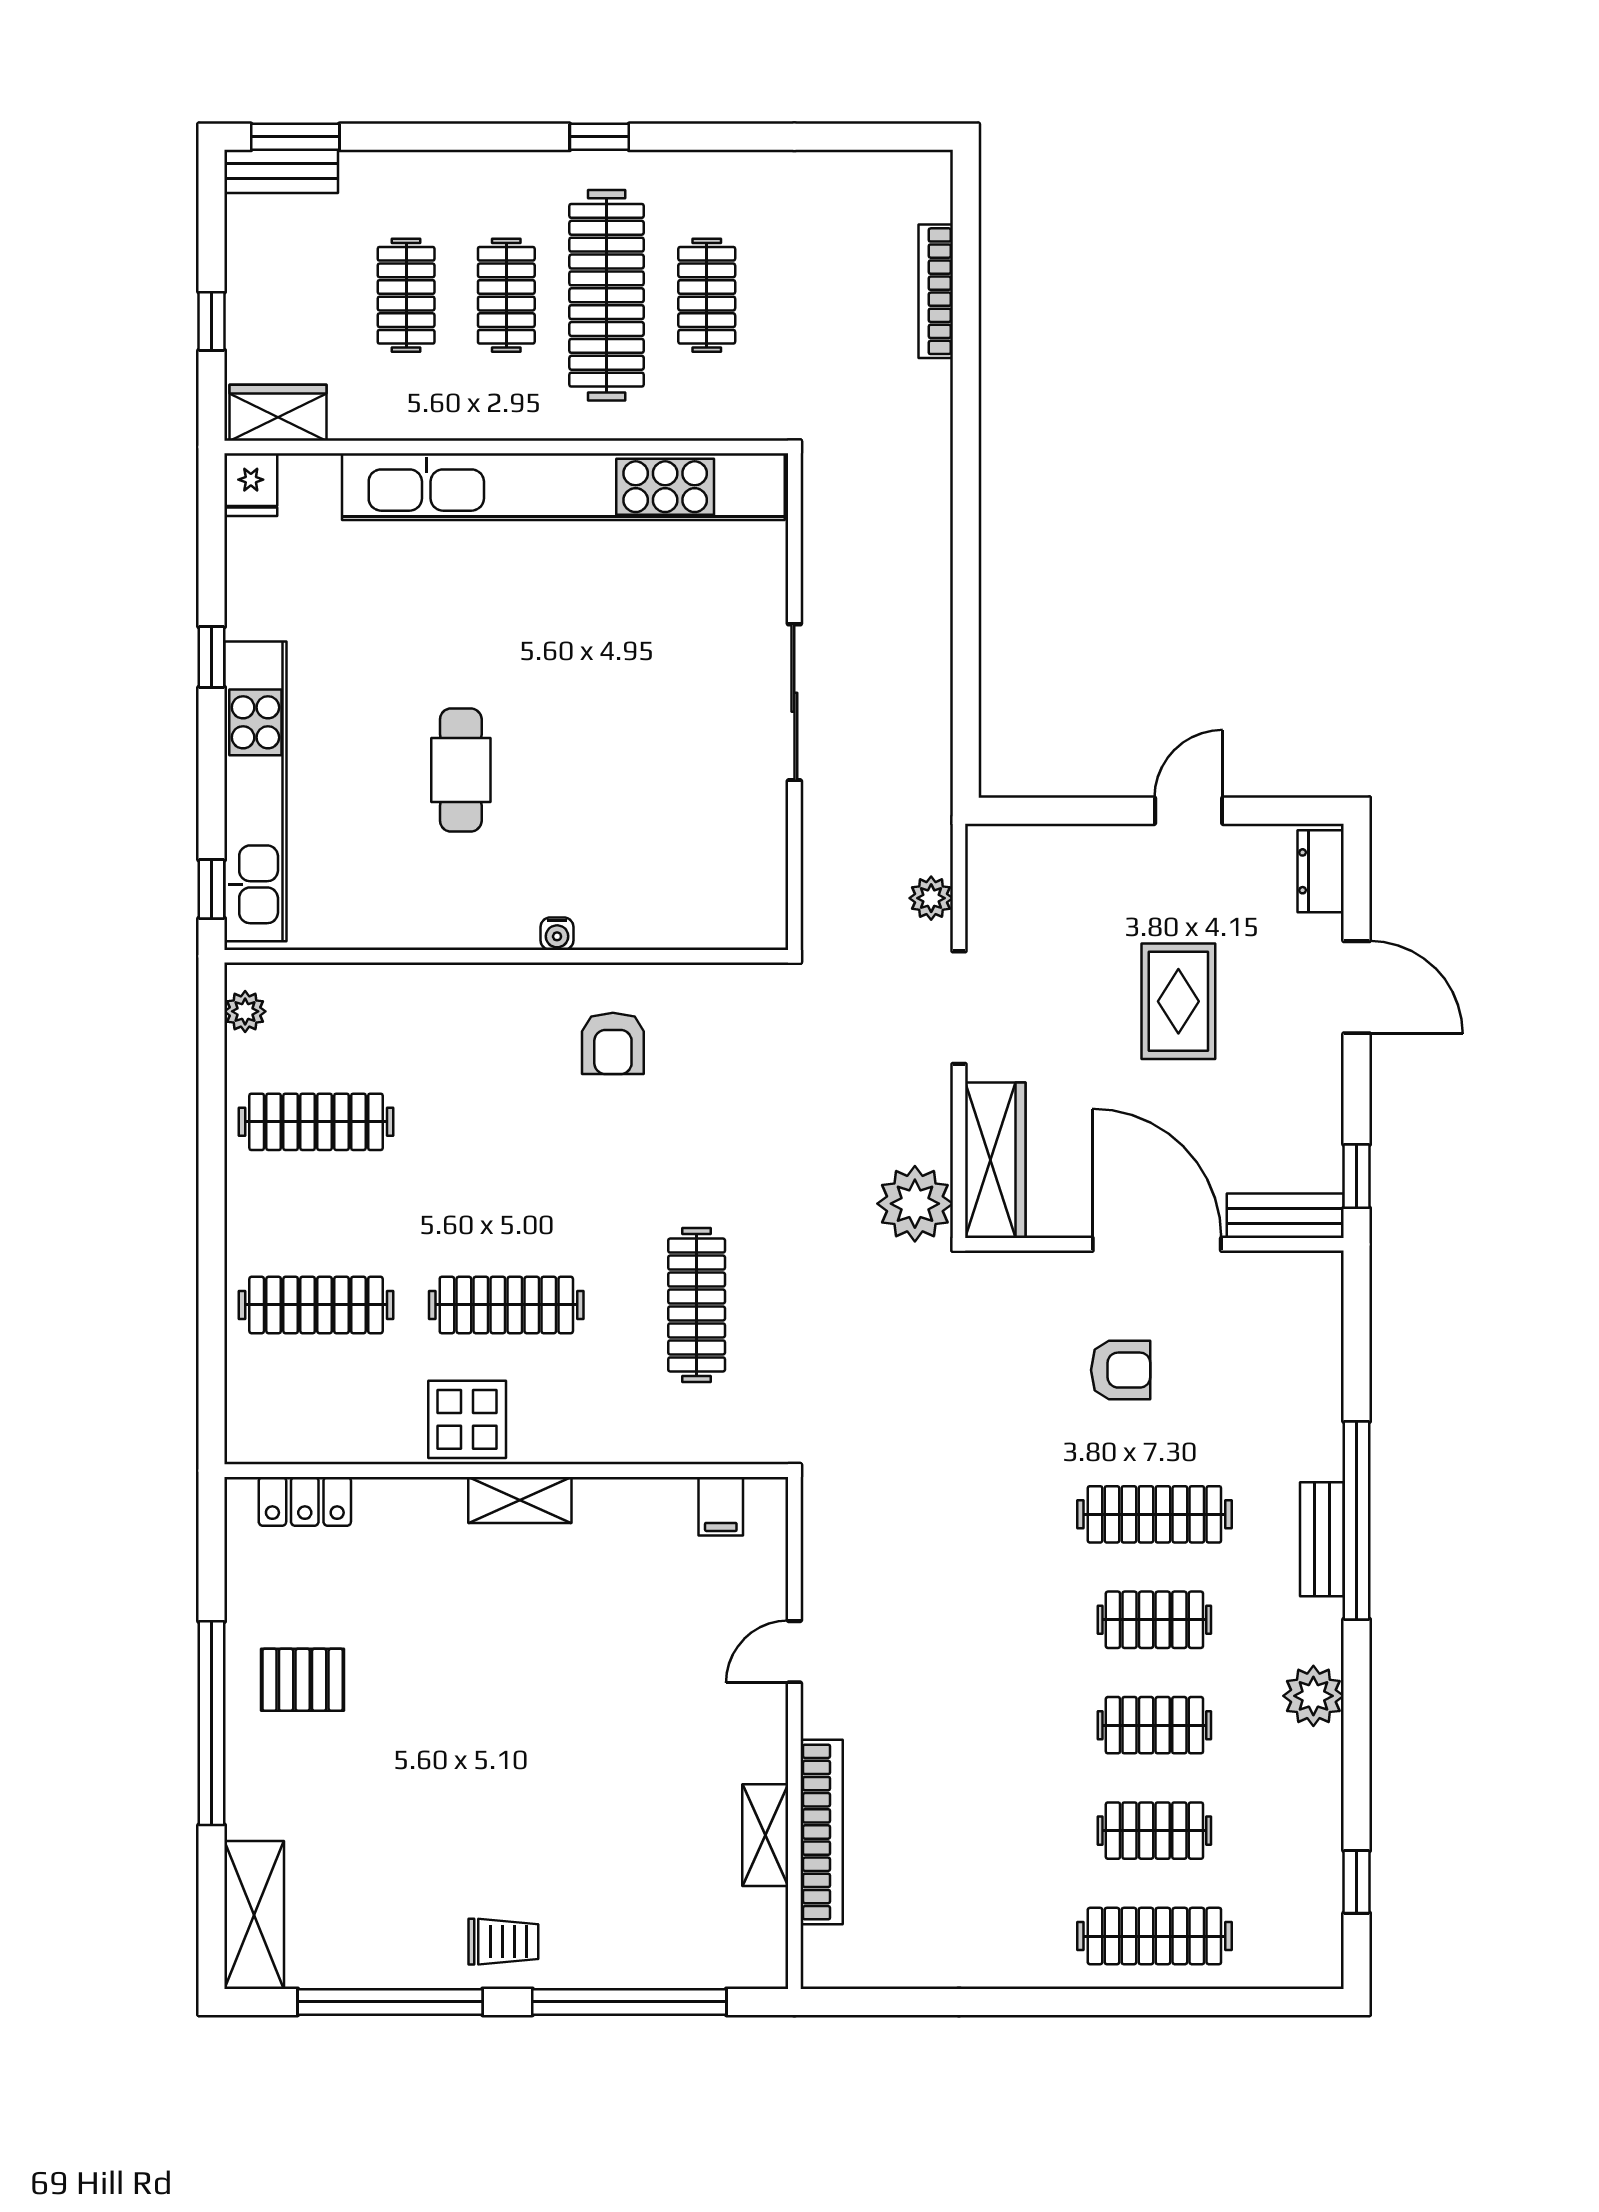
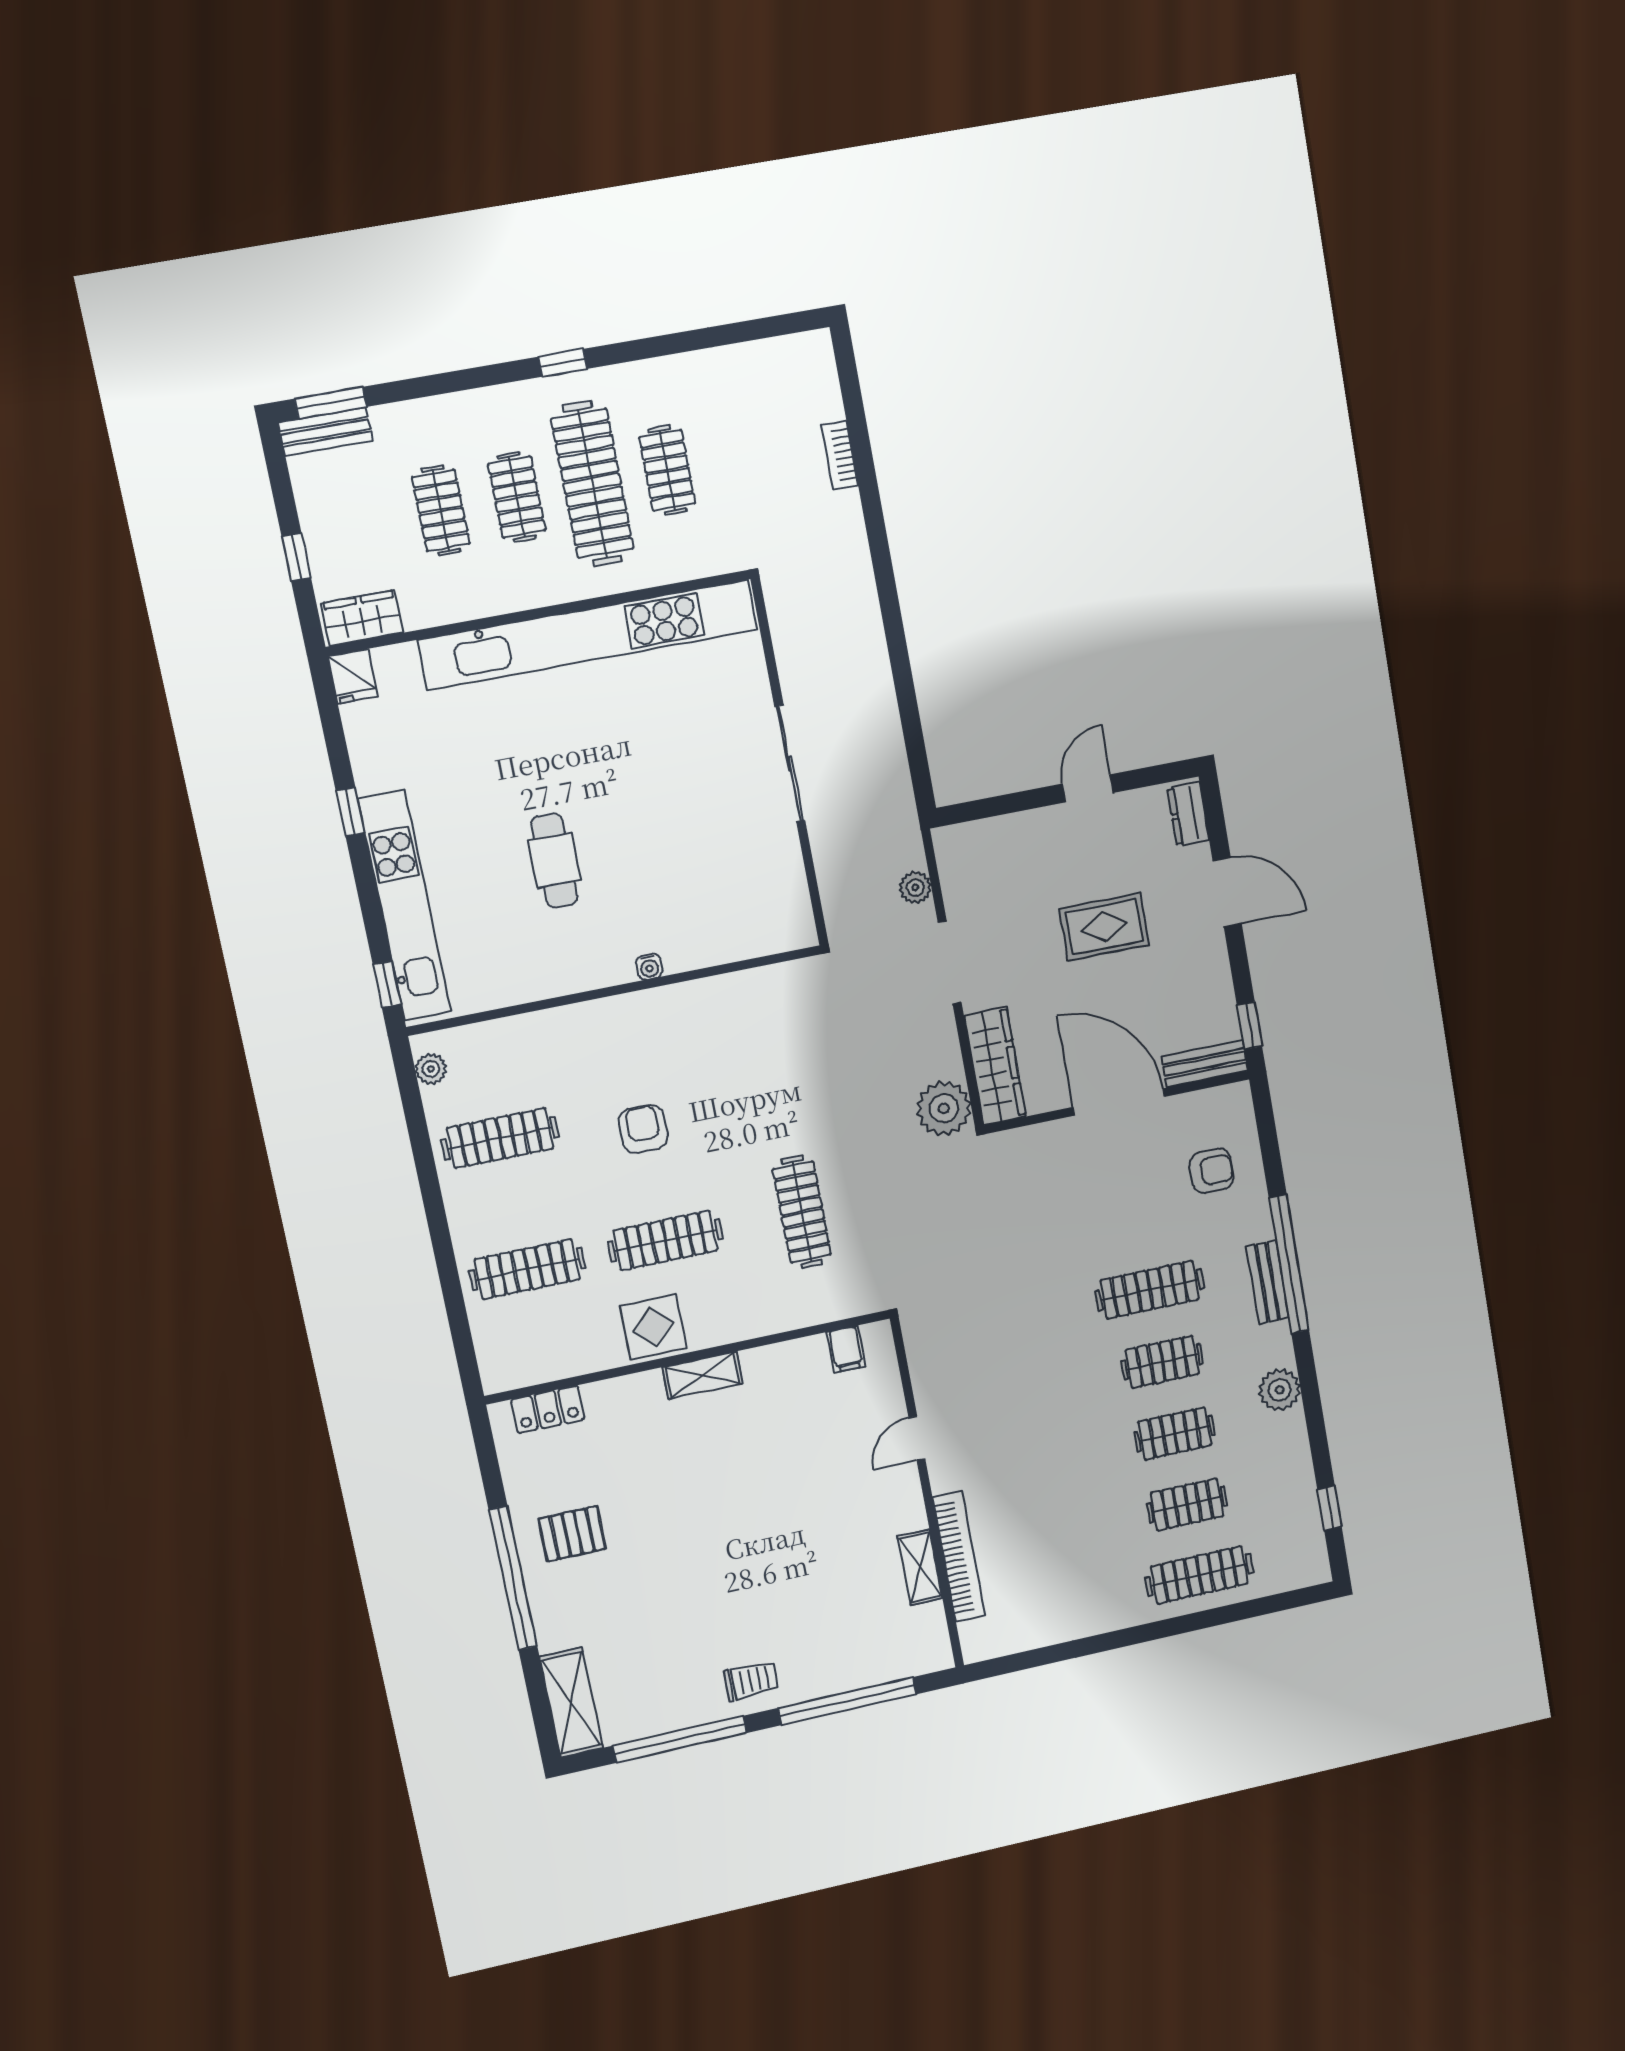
bookcase: (936, 291) -> (840, 455), width x0.64
rug: (1178, 1001) -> (1104, 927), turned 90
armchair: (613, 1043) -> (643, 1129), moved, turned 180
armchair: (1121, 1370) -> (1211, 1171), moved

